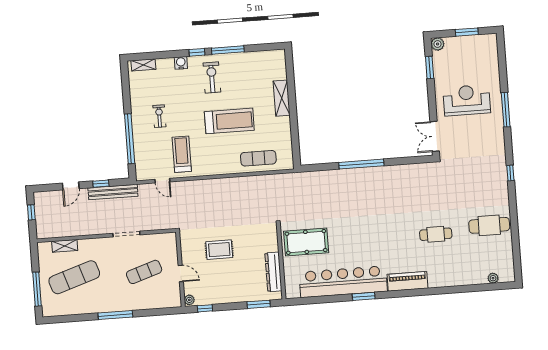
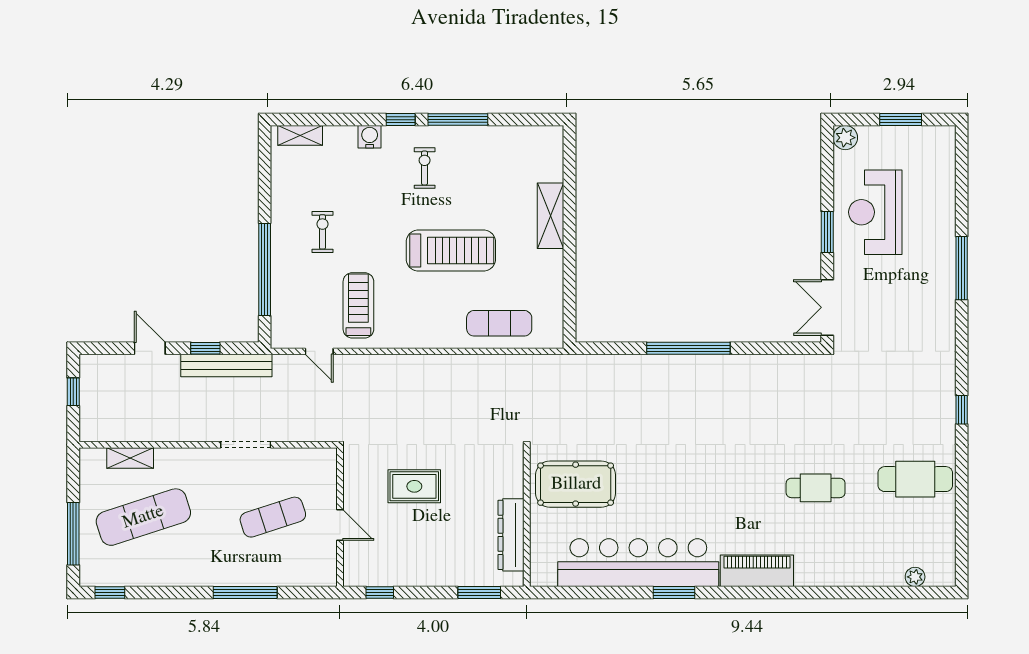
window: (430, 67) -> (827, 232), moved
exercise bike: (212, 77) -> (425, 168), width x0.73, depth x0.72
reception desk: (467, 100) -> (875, 212), moved, turned -90
window: (510, 173) -> (962, 410), moved
door: (71, 186) -> (150, 348), swing flipped
plant: (189, 300) -> (352, 575), removed
window: (115, 315) -> (245, 592), moved
window: (59, 319) -> (110, 592), added

